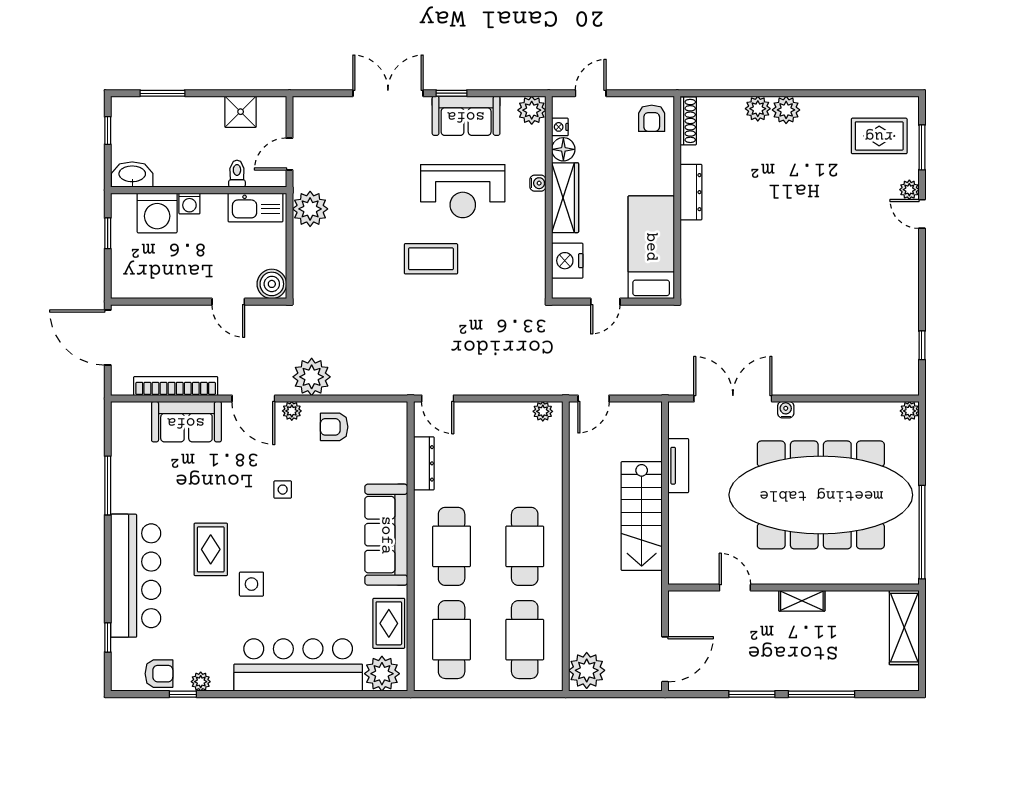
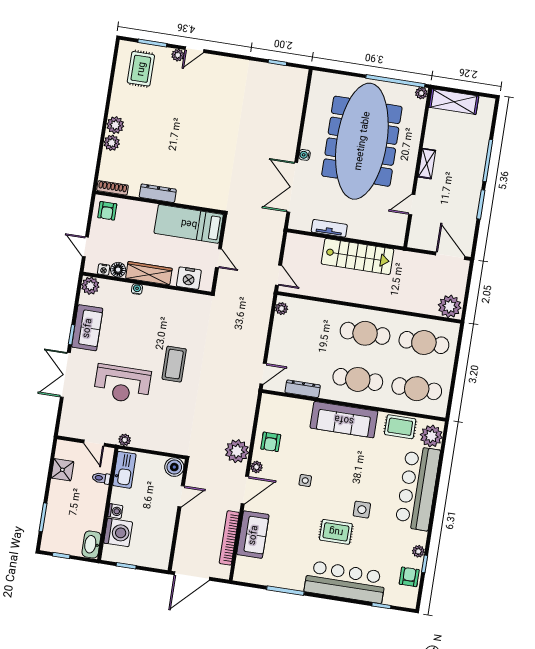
armchair: (652, 118) -> (107, 211), turned 90
reception desk: (463, 191) -> (122, 384), moved, turned 90
plant: (310, 209) -> (125, 440), width x0.53, depth x0.53
plant: (910, 411) -> (421, 93), moved

